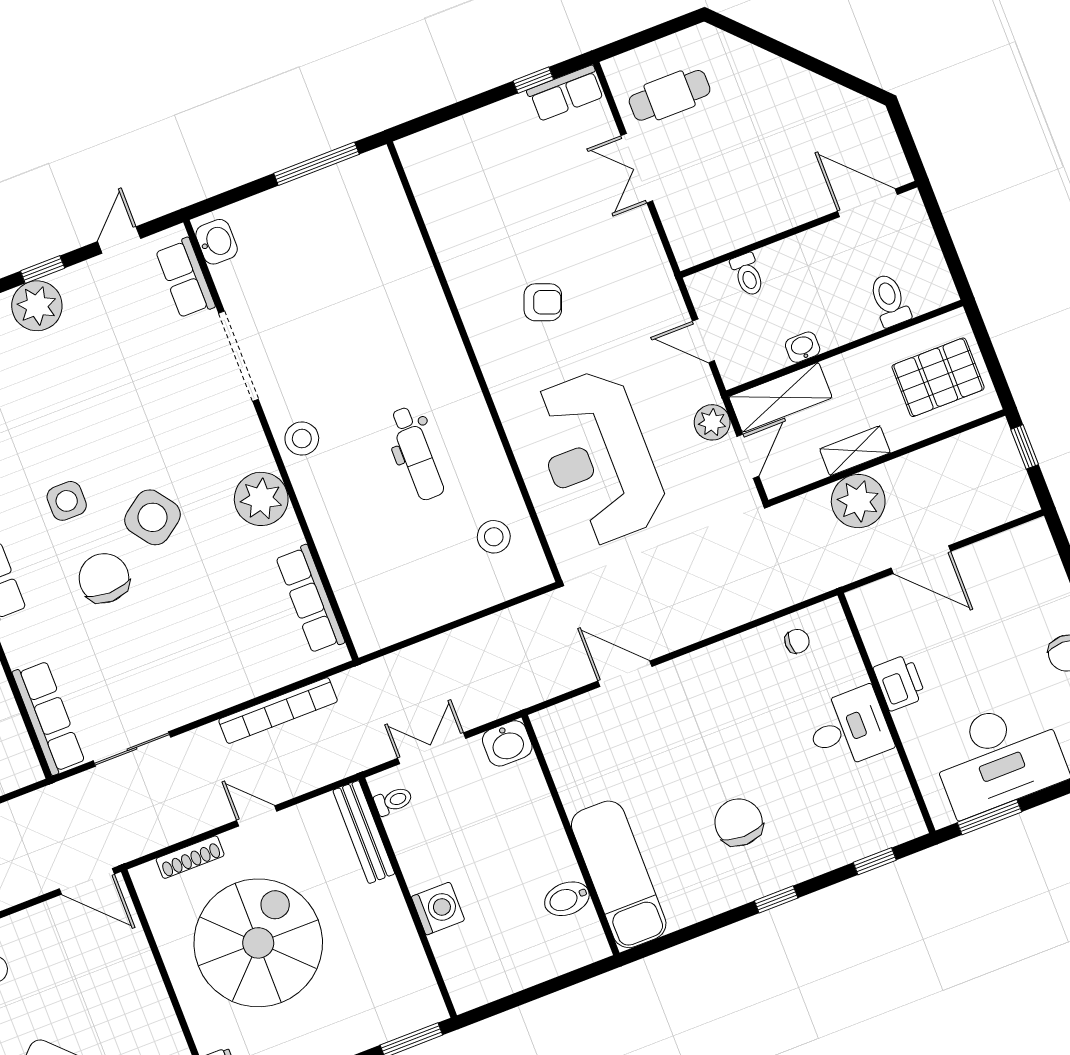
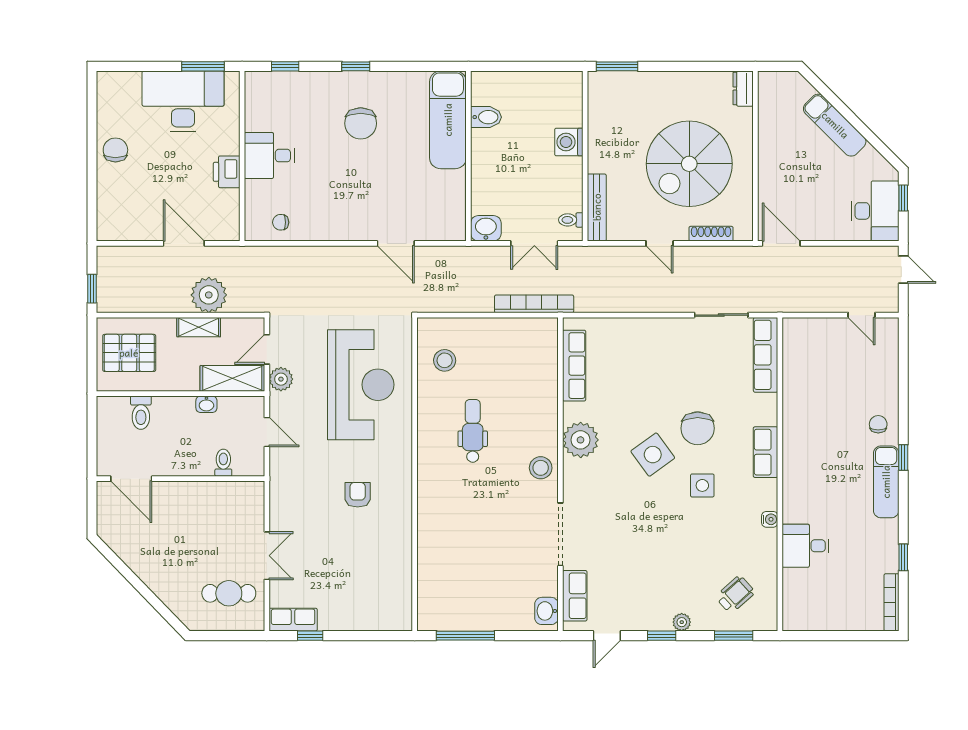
armchair: (543, 302) -> (358, 495), turned 69
plant: (37, 306) -> (682, 622), width x0.53, depth x0.53
bookcase: (278, 711) -> (534, 304), moved

